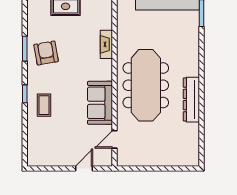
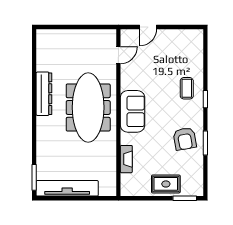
fireplace: (106, 44) -> (126, 159), moved
sofa: (100, 103) -> (133, 111), moved

